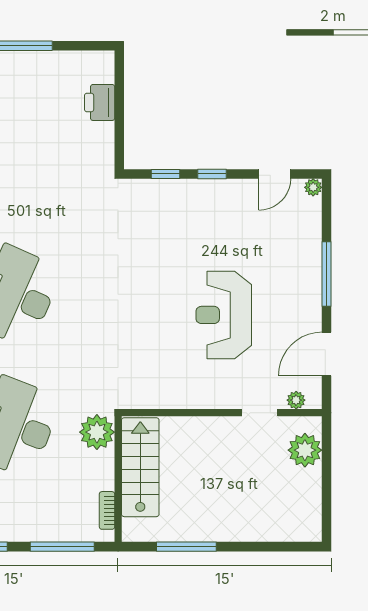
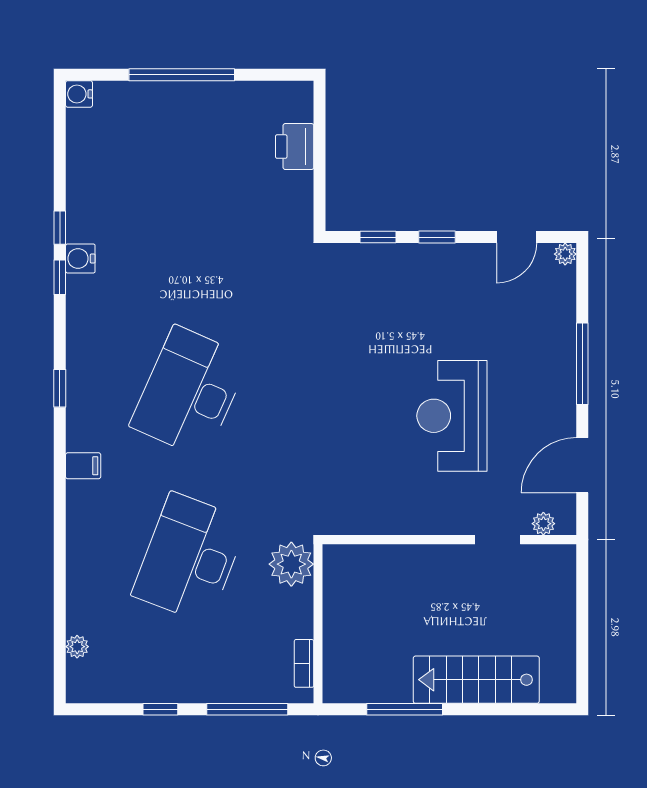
plant: (305, 450) -> (555, 587), removed
stairs: (140, 467) -> (476, 680), moved, turned -90

